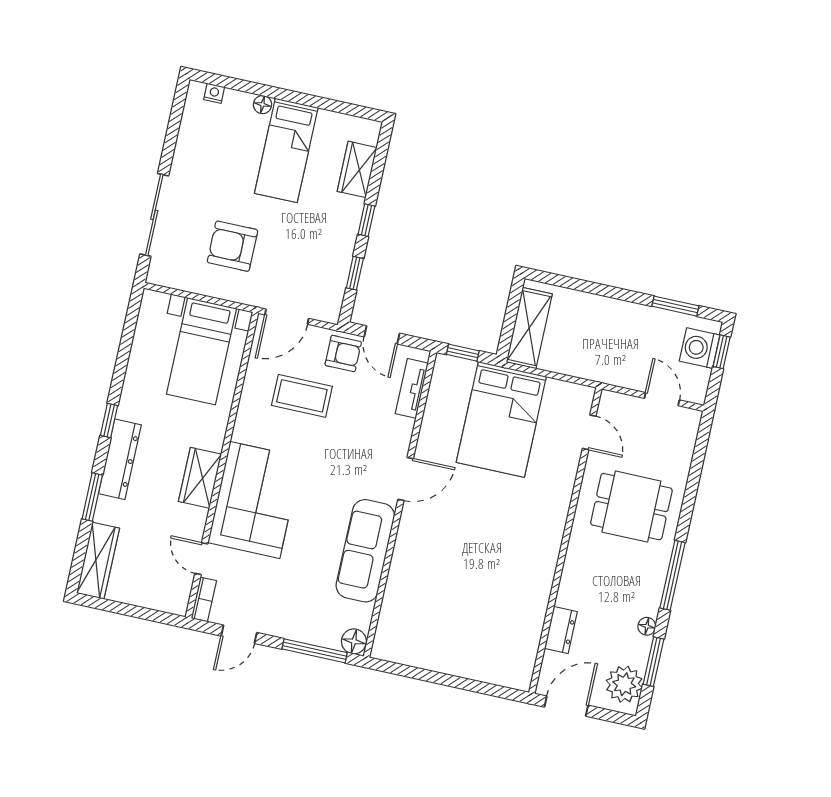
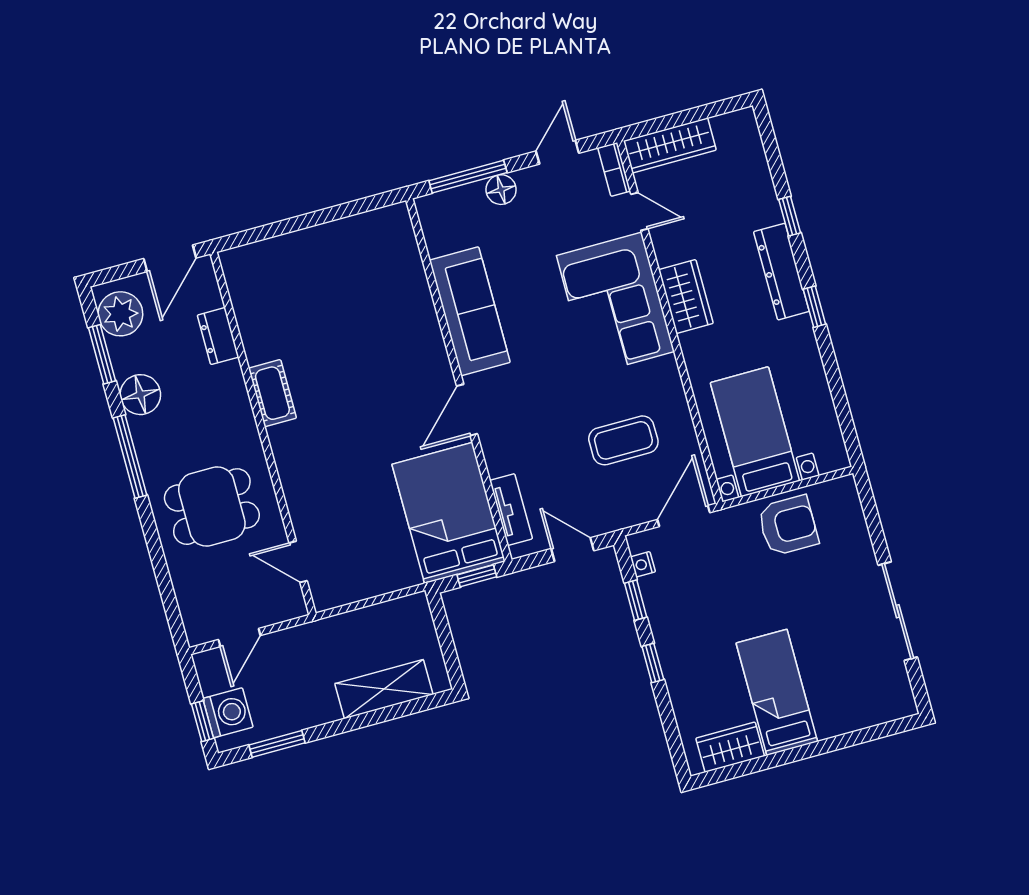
nightstand: (214, 93) -> (643, 564), moved, turned 90
floor lamp: (263, 105) -> (828, 728), removed
wardrobe: (357, 169) -> (730, 747), moved, turned -90
sliding door: (154, 215) -> (898, 611), moved
armchair: (232, 246) -> (788, 526), moved
shelving: (529, 328) -> (384, 689), moved, turned 90
armchair: (343, 353) -> (603, 508), removed
door: (662, 399) -> (239, 638), hinge flipped
bed: (501, 419) -> (449, 513), moved
window: (92, 497) -> (790, 216), width x0.67
wardrobe: (98, 561) -> (670, 145), moved, turned -90
cot: (543, 567) -> (272, 393), added
floor lamp: (647, 626) -> (140, 395), width x1.89, depth x1.89
floor lamp: (354, 641) -> (501, 190), moved

